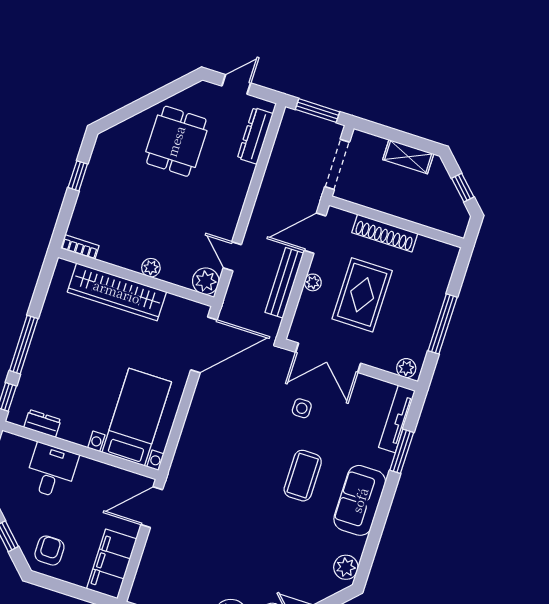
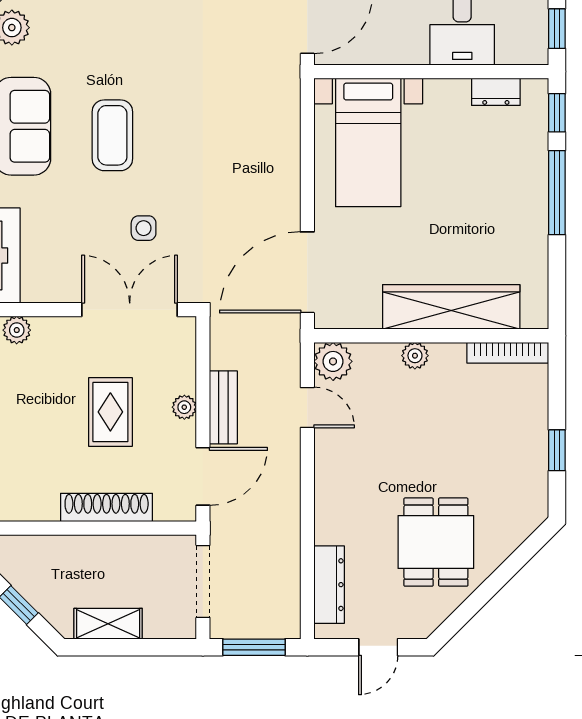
bookcase: (80, 247) -> (508, 353), width x1.56
bench: (284, 283) -> (223, 407), width x0.73
rug: (362, 295) -> (110, 412), width x0.73, depth x0.70

